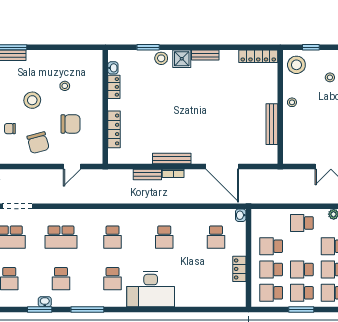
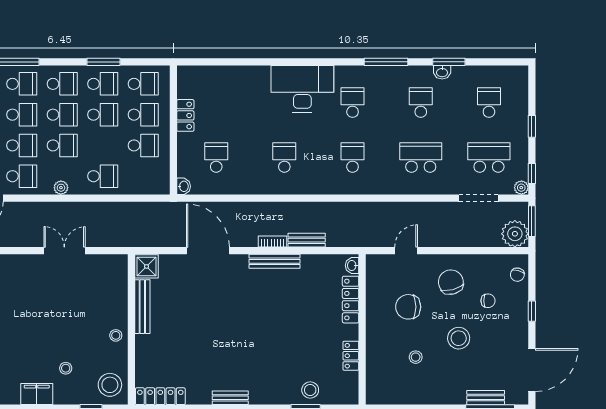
stool: (161, 58) -> (310, 390), moved
shower: (182, 59) -> (146, 266), moved
washbasin: (113, 68) -> (352, 266), moved

